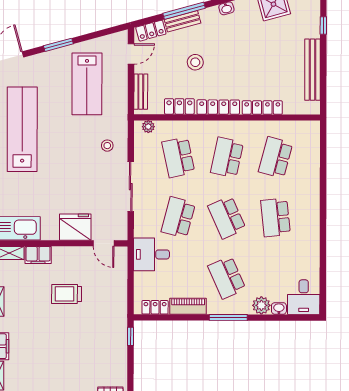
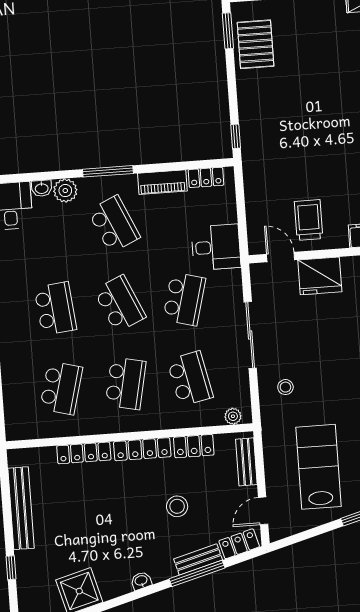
trolley: (67, 294) -> (309, 220), moved, turned -90

